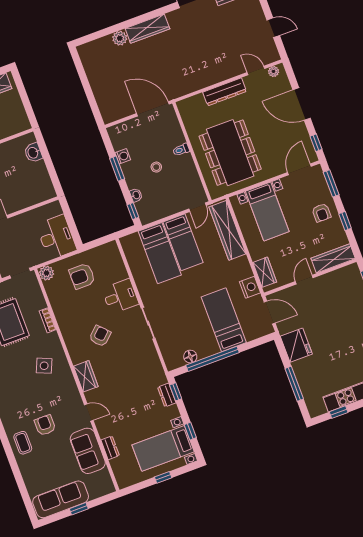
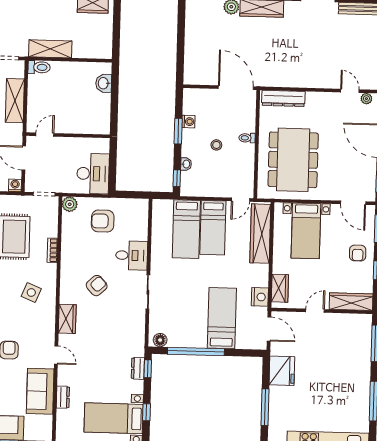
dresser: (225, 92) -> (283, 98), moved
door: (299, 169) -> (353, 203), swing flipped
floor lamp: (190, 357) -> (160, 340), moved

